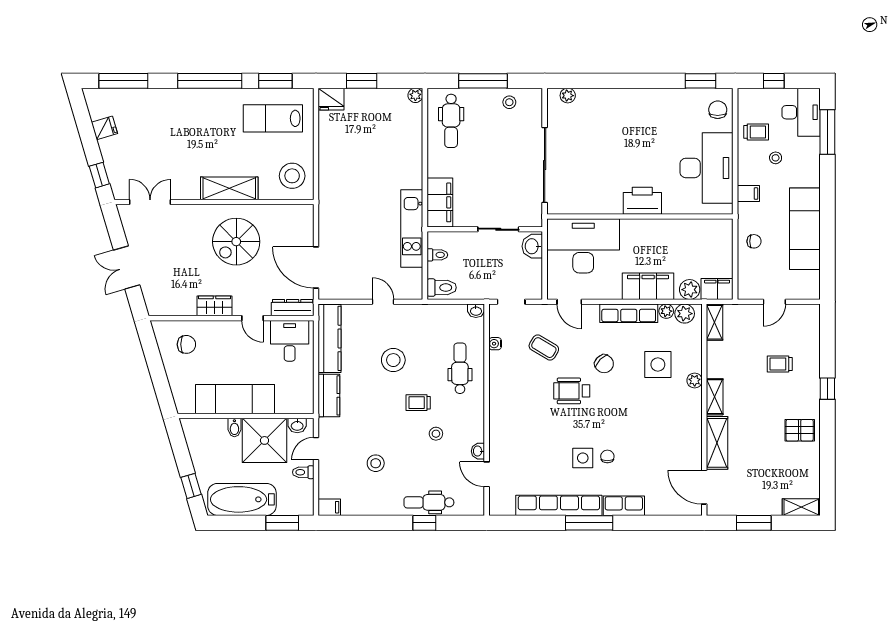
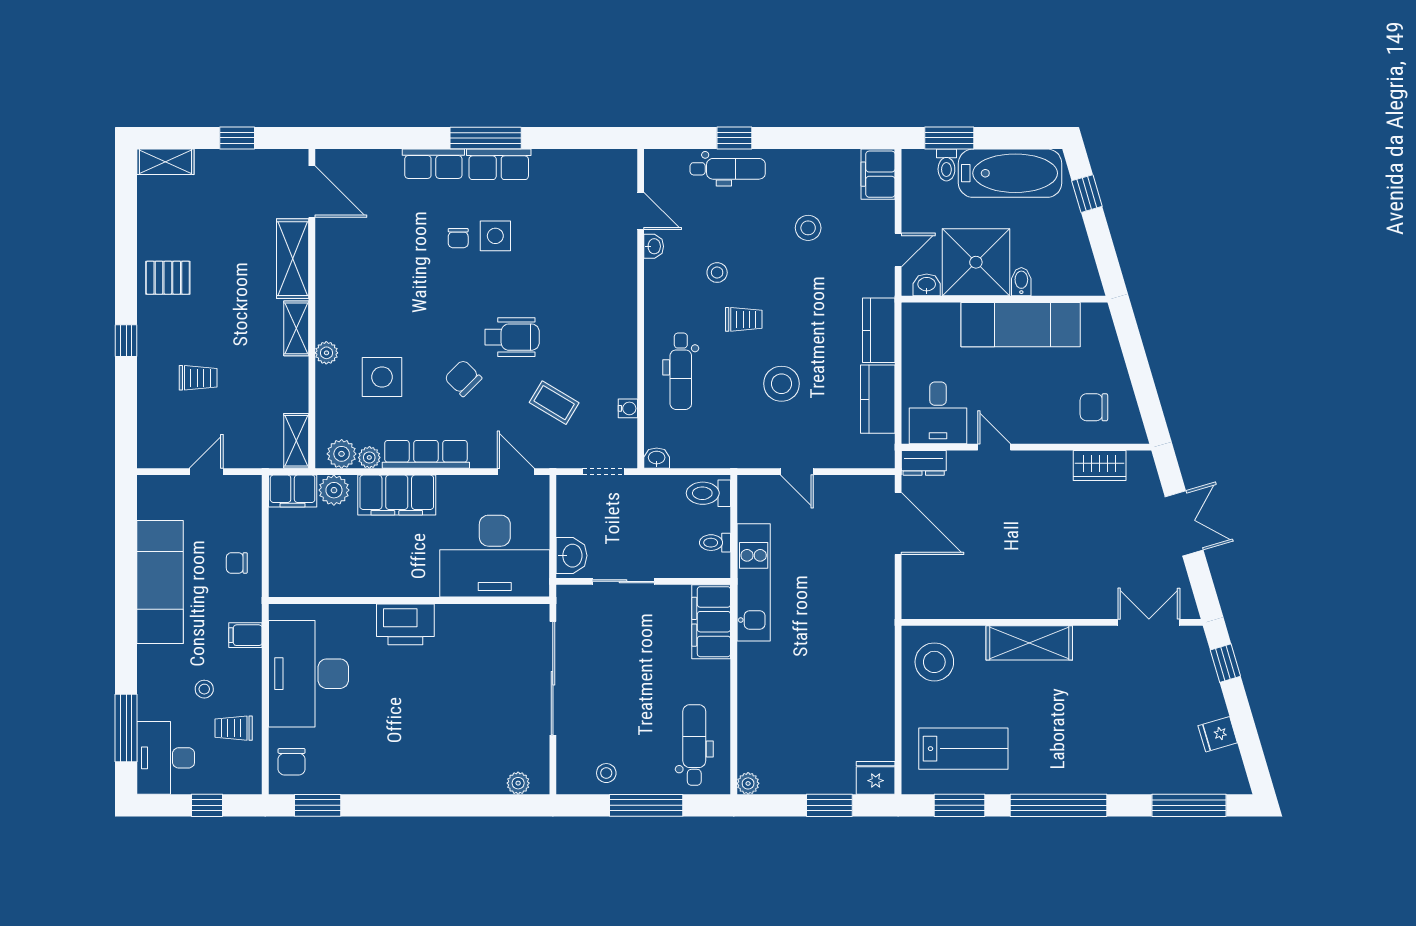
double door: (150, 202) -> (1149, 622), swing flipped
spiral stairs: (236, 242) -> (1019, 563), removed
wardrobe: (215, 306) -> (1100, 466), moved
dresser: (293, 308) -> (924, 463), width x0.70
kitchen counter: (330, 338) -> (878, 399), width x0.67
toilet: (303, 472) -> (946, 165), moved, turned 90
row of seats: (559, 505) -> (499, 164), width x0.50
filing cabinet: (329, 507) -> (878, 174), width x2.00
window: (754, 523) -> (237, 138), width x0.67

